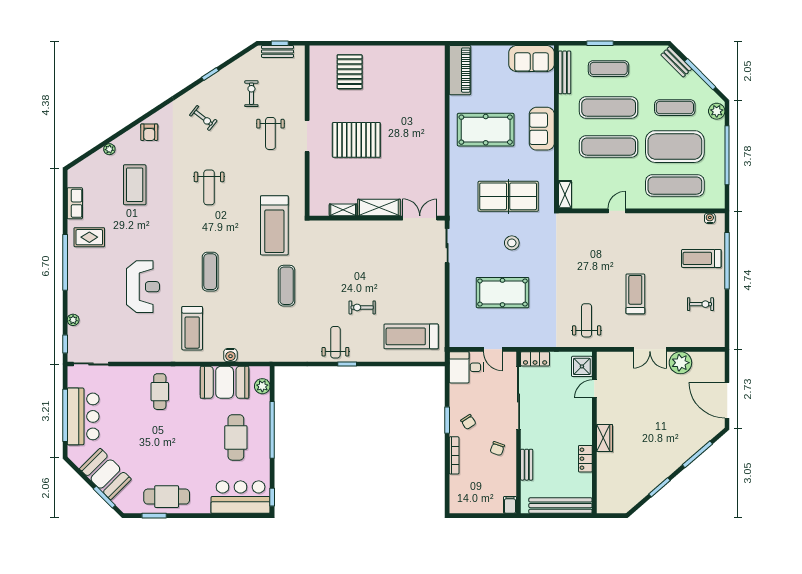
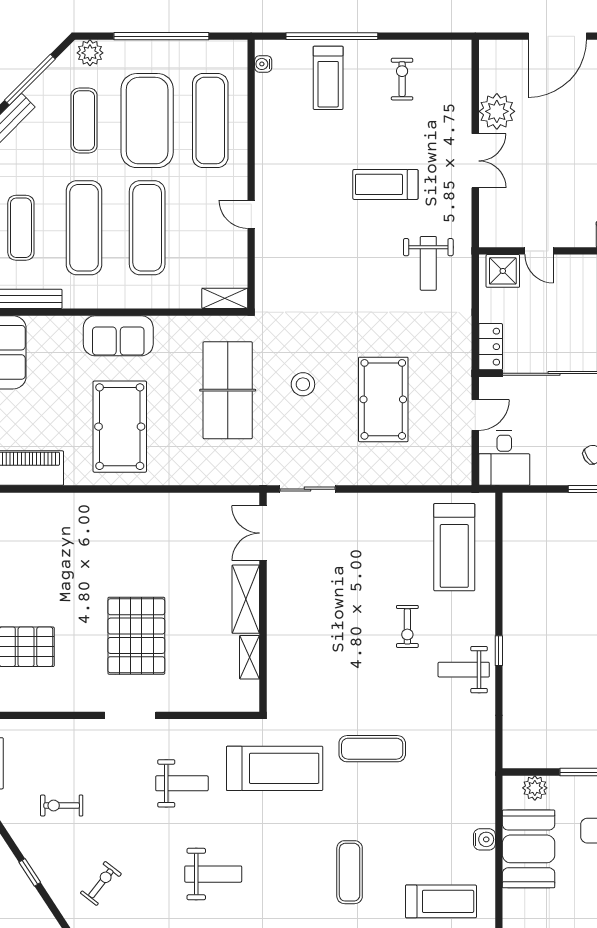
weight bench: (270, 133) -> (182, 783), moved
exercise mat: (210, 272) -> (350, 872), turned 90
weight bench: (587, 320) -> (428, 263), turned -90

